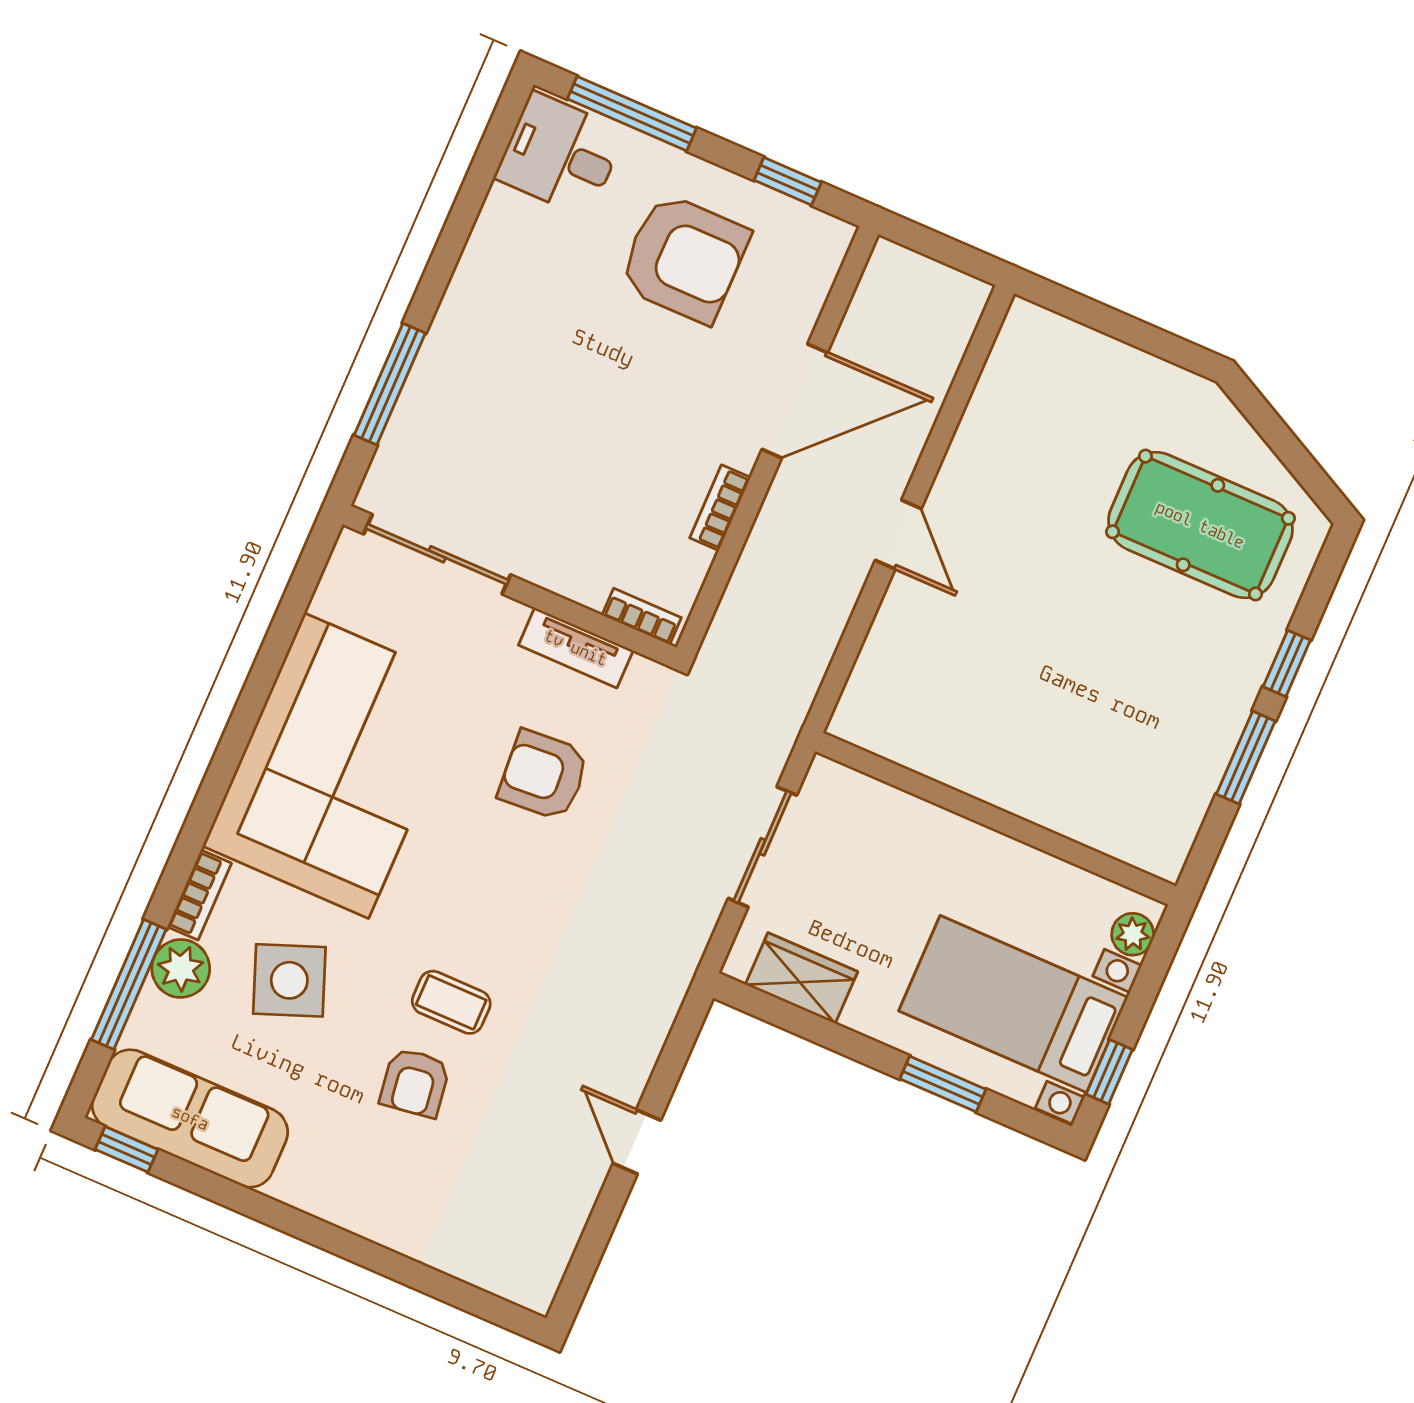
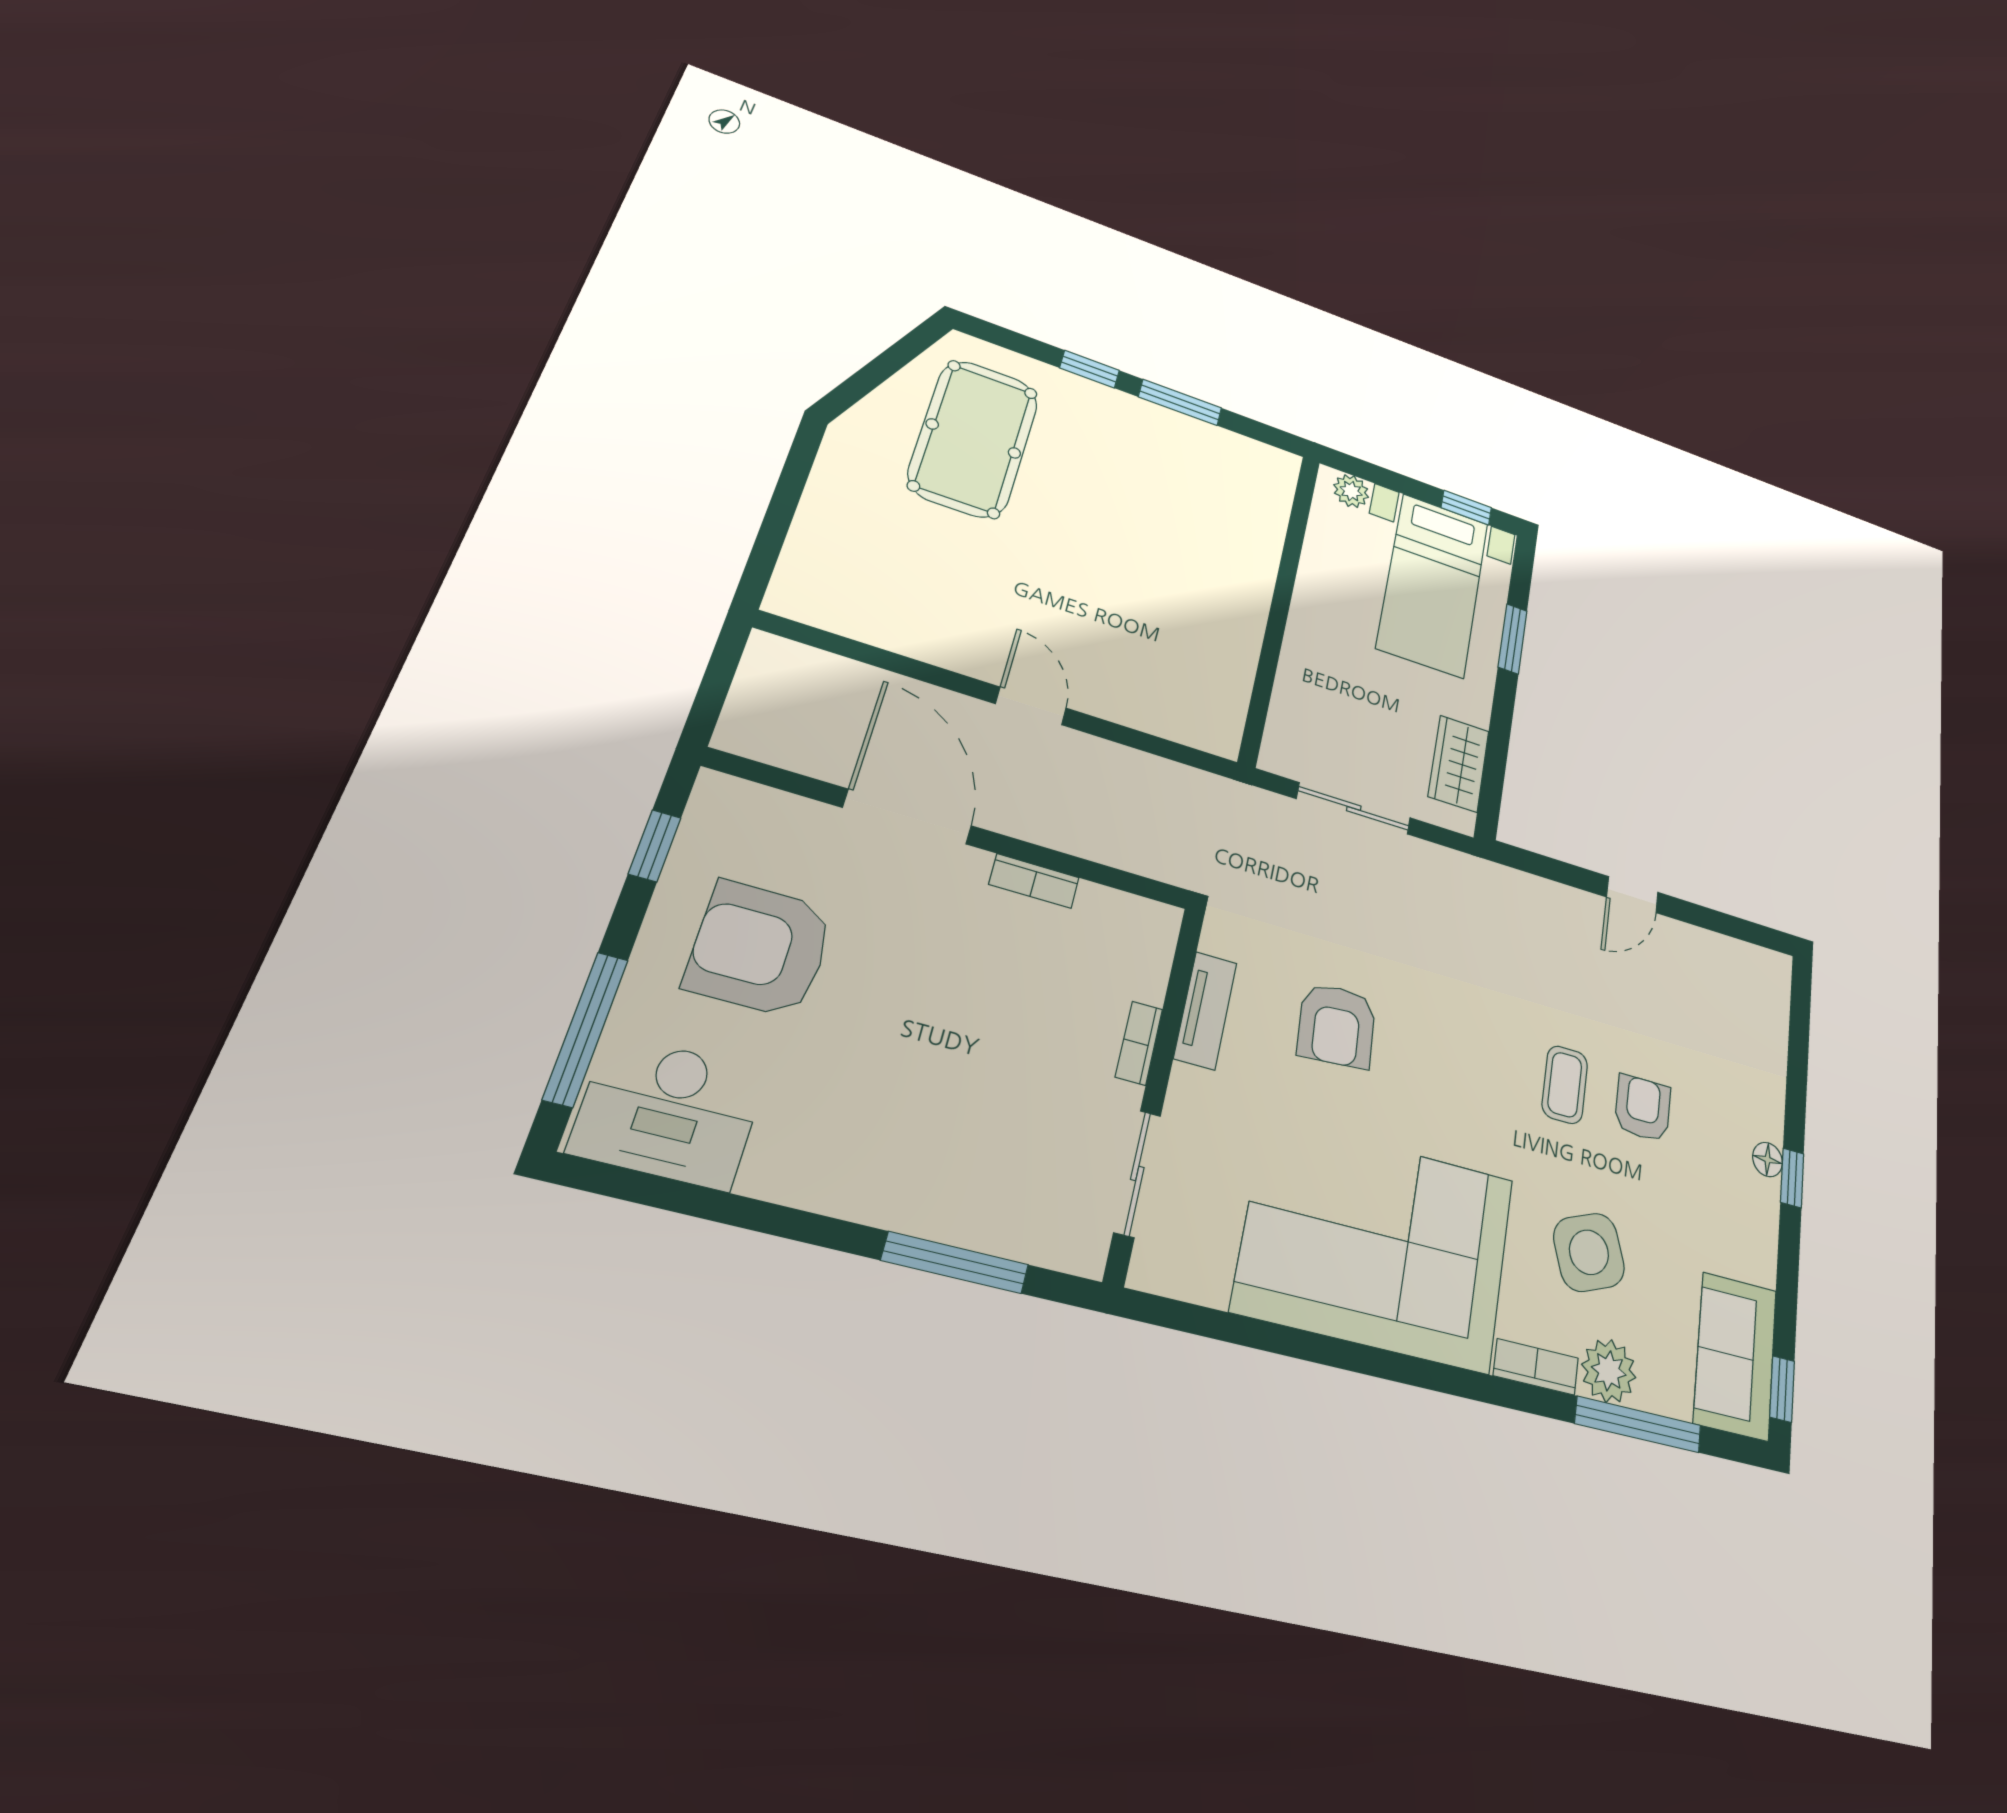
desk: (560, 155) -> (669, 1112), width x1.37
armchair: (684, 258) -> (760, 949), turned -90
door: (898, 534) -> (1031, 706), hinge flipped
sliding door: (437, 554) -> (1137, 1173), width x0.73
bookcase: (642, 616) -> (1139, 1043), moved
armchair: (415, 1083) -> (1643, 1108), turned -82
sofa: (190, 1118) -> (1735, 1356), width x0.73
floor lamp: (342, 1210) -> (1768, 1160), added
window: (319, 1233) -> (1792, 1178), added

